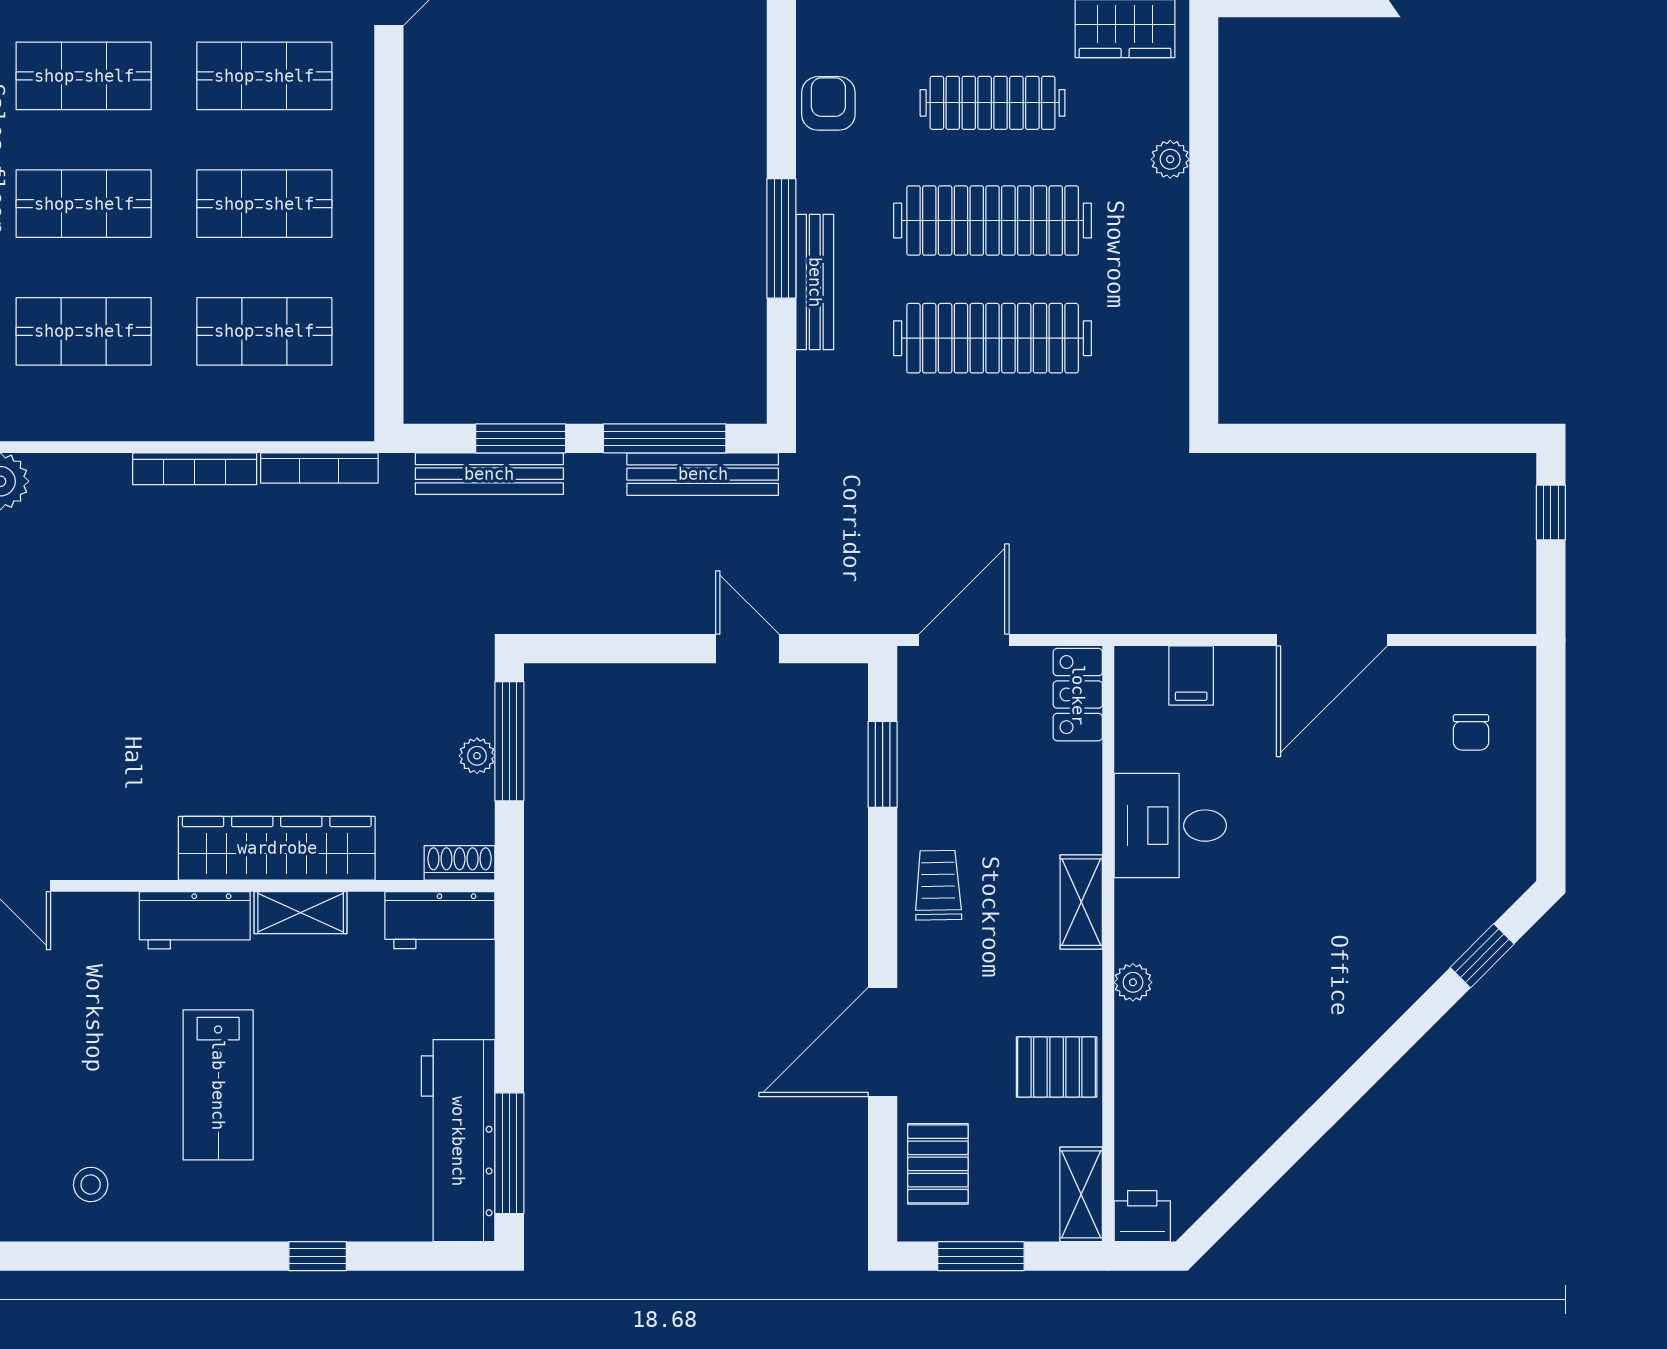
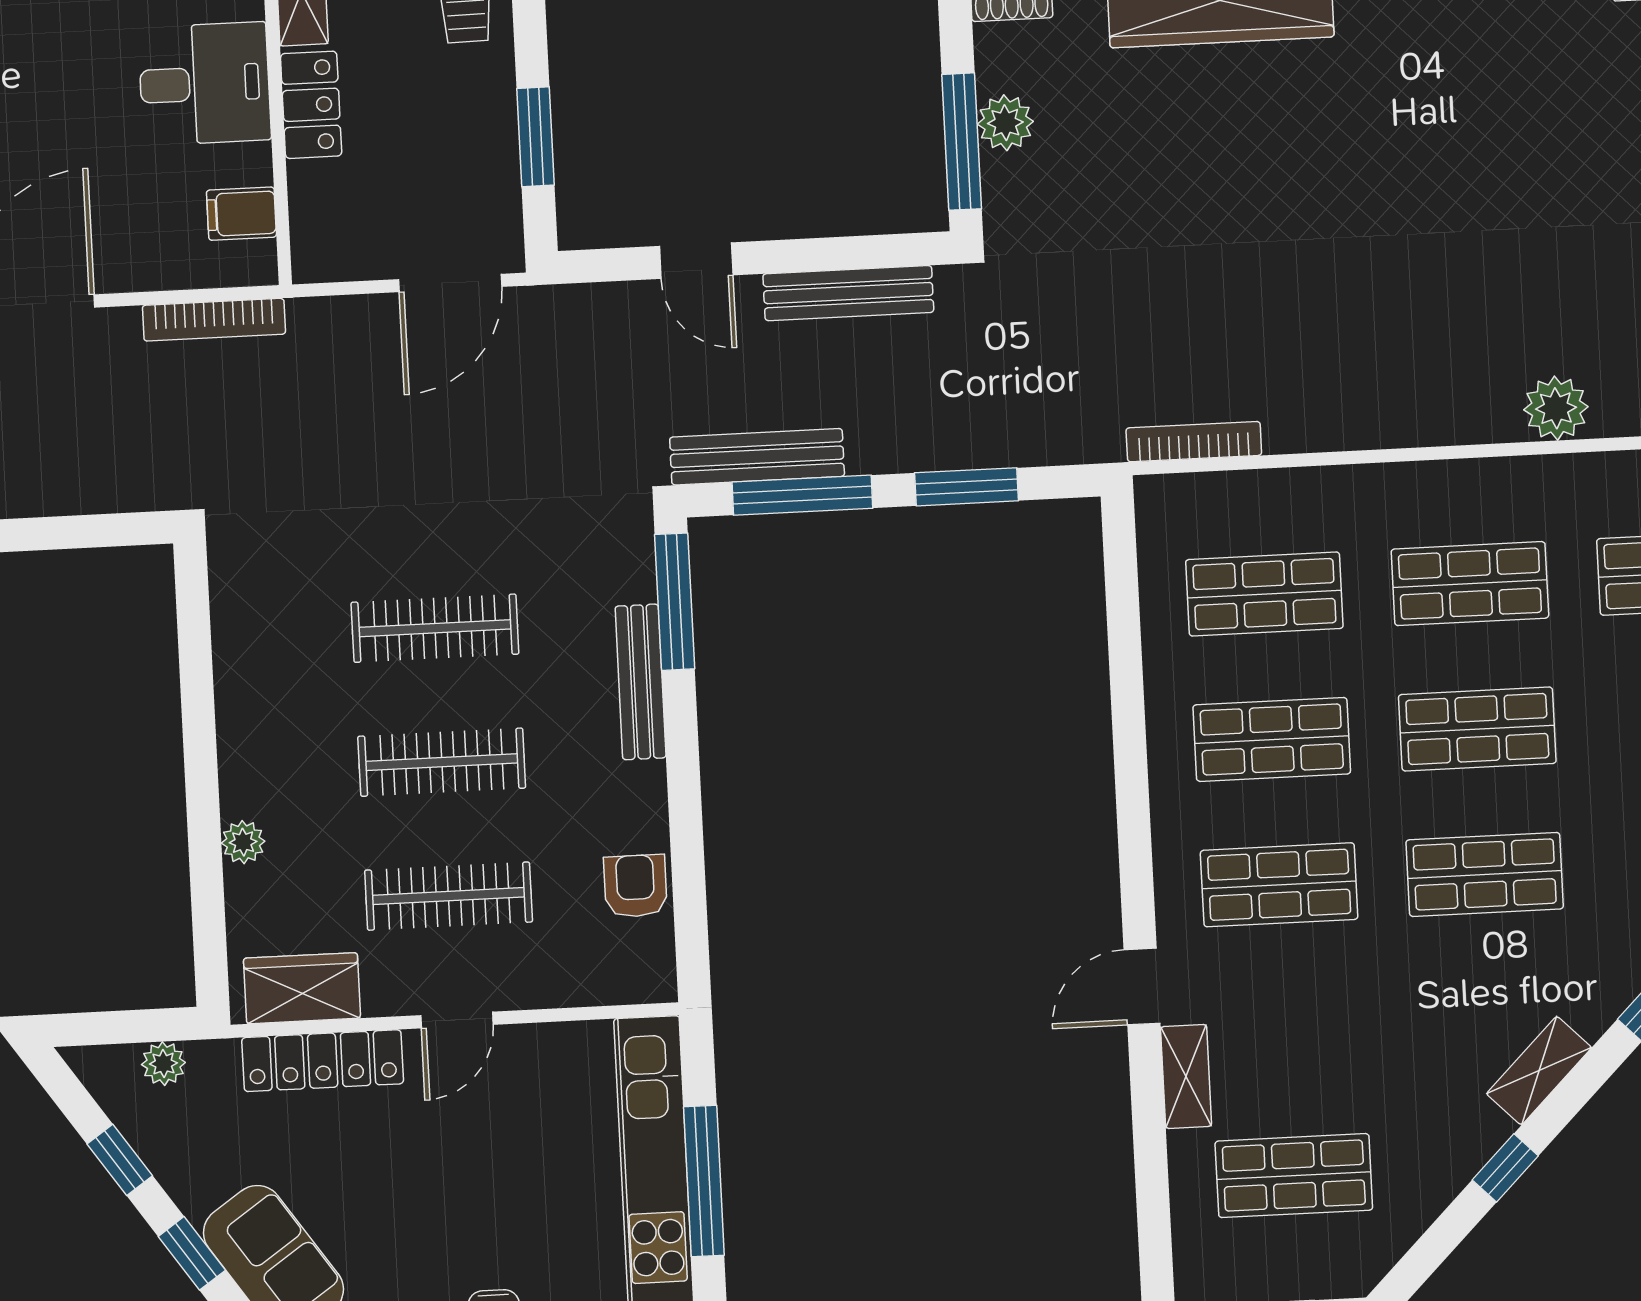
armchair: (828, 103) -> (635, 886), turned 180
clothes rail: (993, 221) -> (442, 762), width x0.73, depth x0.76
window: (781, 238) -> (675, 602), moved
clothes rail: (993, 338) -> (435, 628), width x0.73, depth x0.76
bookcase: (195, 469) -> (214, 320), moved, turned 180
bench: (489, 474) -> (848, 293), moved
filing cabinet: (1191, 675) -> (241, 214), moved, turned -90
locker: (1078, 695) -> (311, 105), moved
plant: (477, 756) -> (1005, 123), width x1.38, depth x1.38

